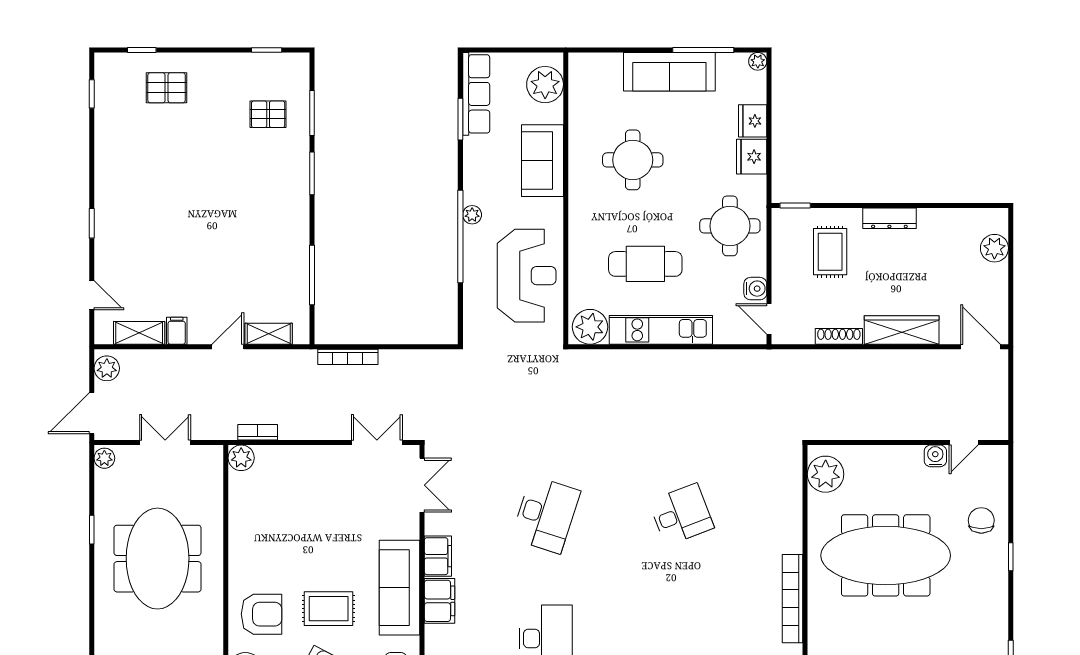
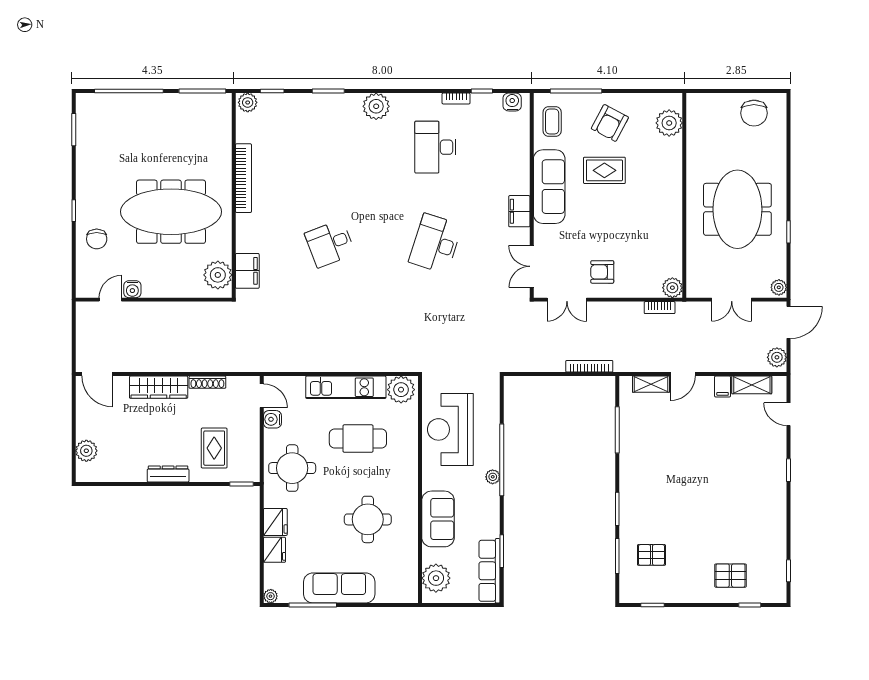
filing cabinet: (440, 601) -> (247, 271), moved, turned 180
armchair: (262, 614) -> (602, 272), moved, width x0.72, depth x0.72

